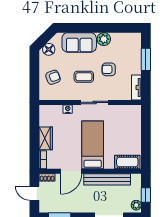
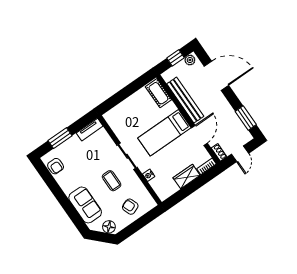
plant: (104, 39) -> (68, 186), removed
armchair: (109, 69) -> (56, 166), moved
door: (71, 171) -> (199, 135), hinge flipped

